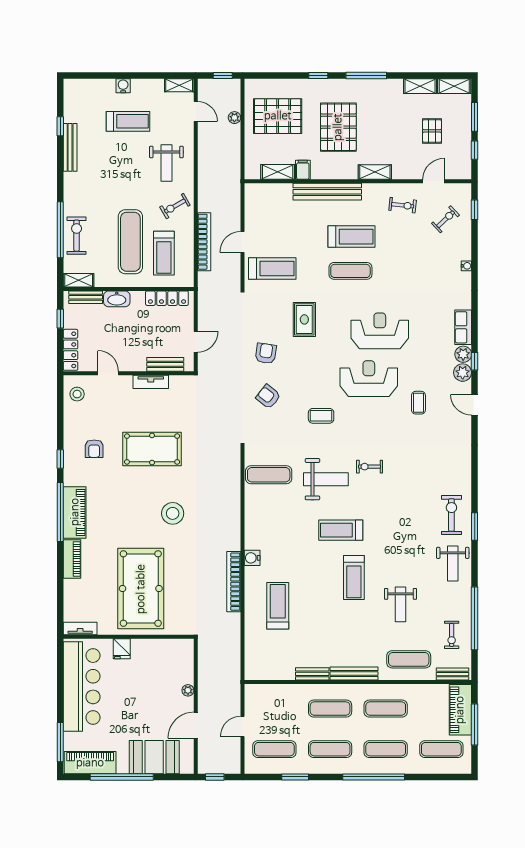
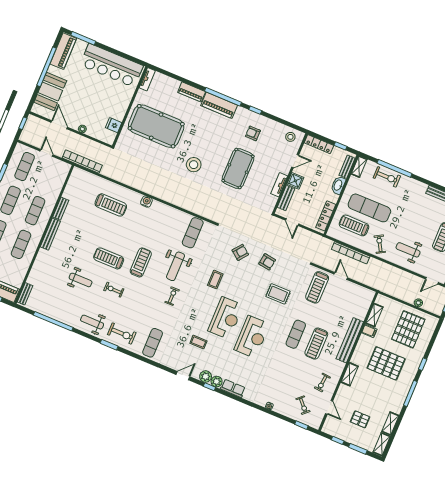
shower: (136, 361) -> (295, 181), added
bookcase: (234, 582) -> (82, 162), moved
weight bench: (401, 604) -> (81, 280), turned 180
exercise bike: (452, 635) -> (114, 290), moved
fridge: (122, 649) -> (114, 125), moved
exercise mat: (409, 659) -> (153, 343), moved

